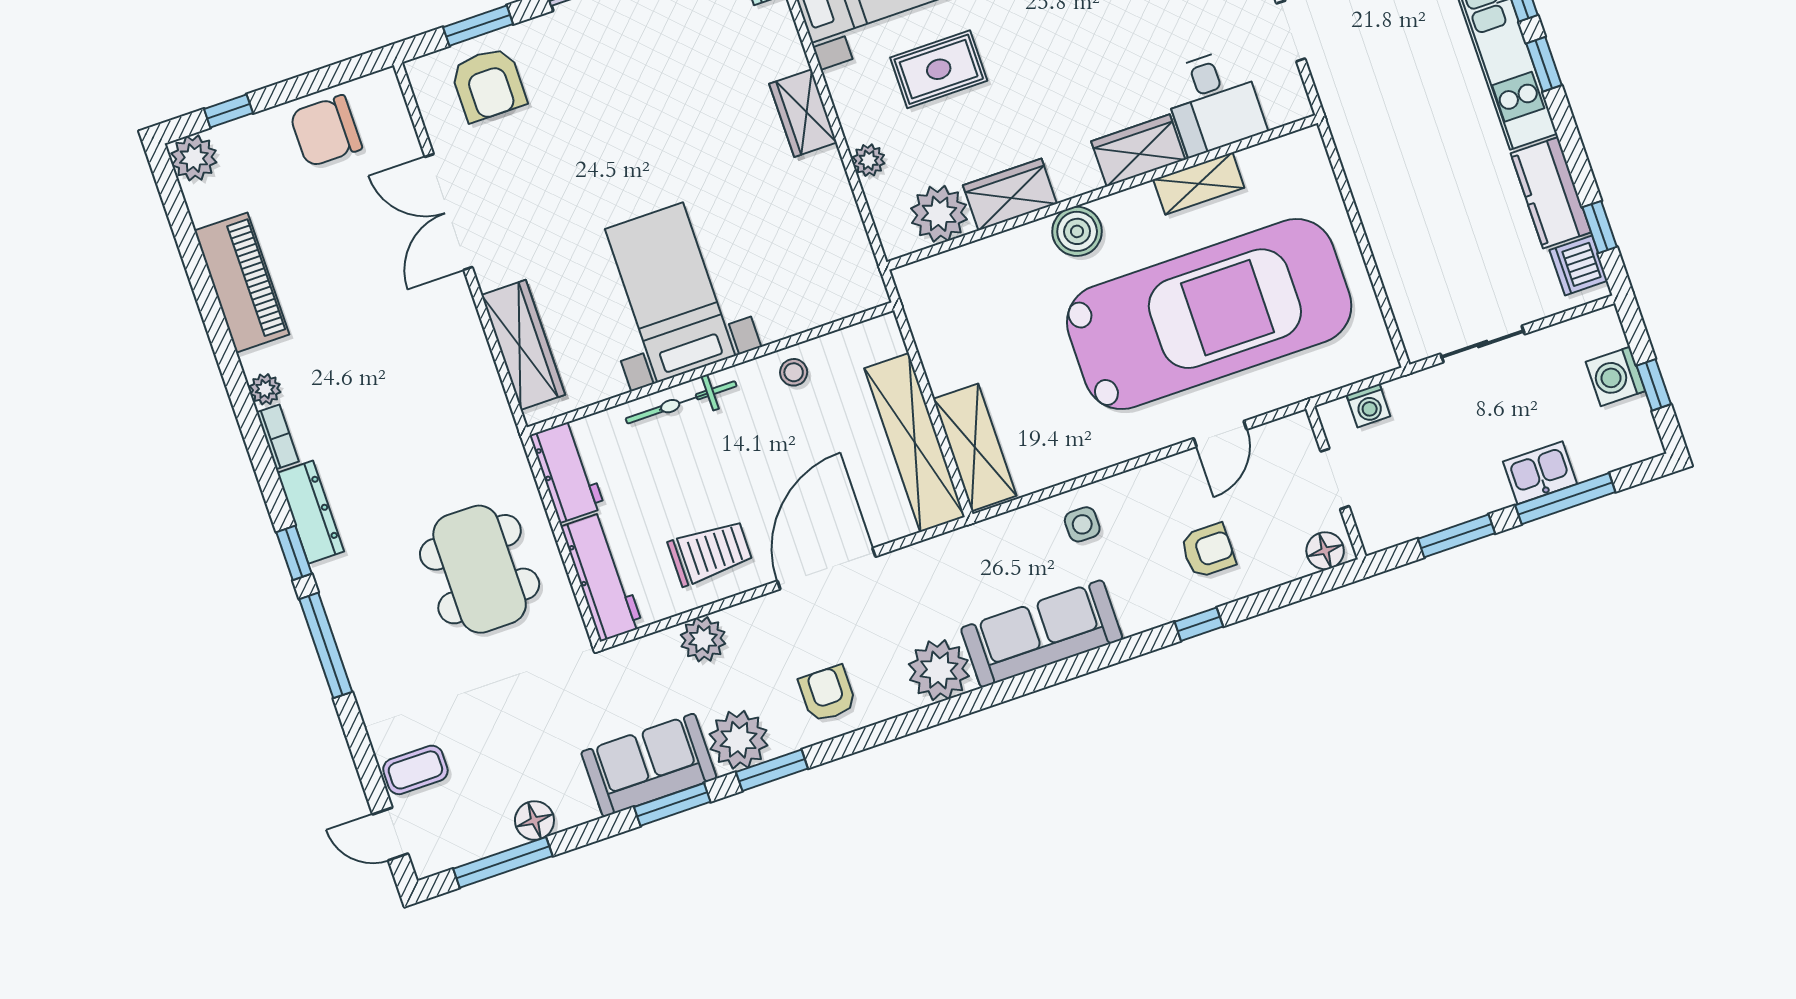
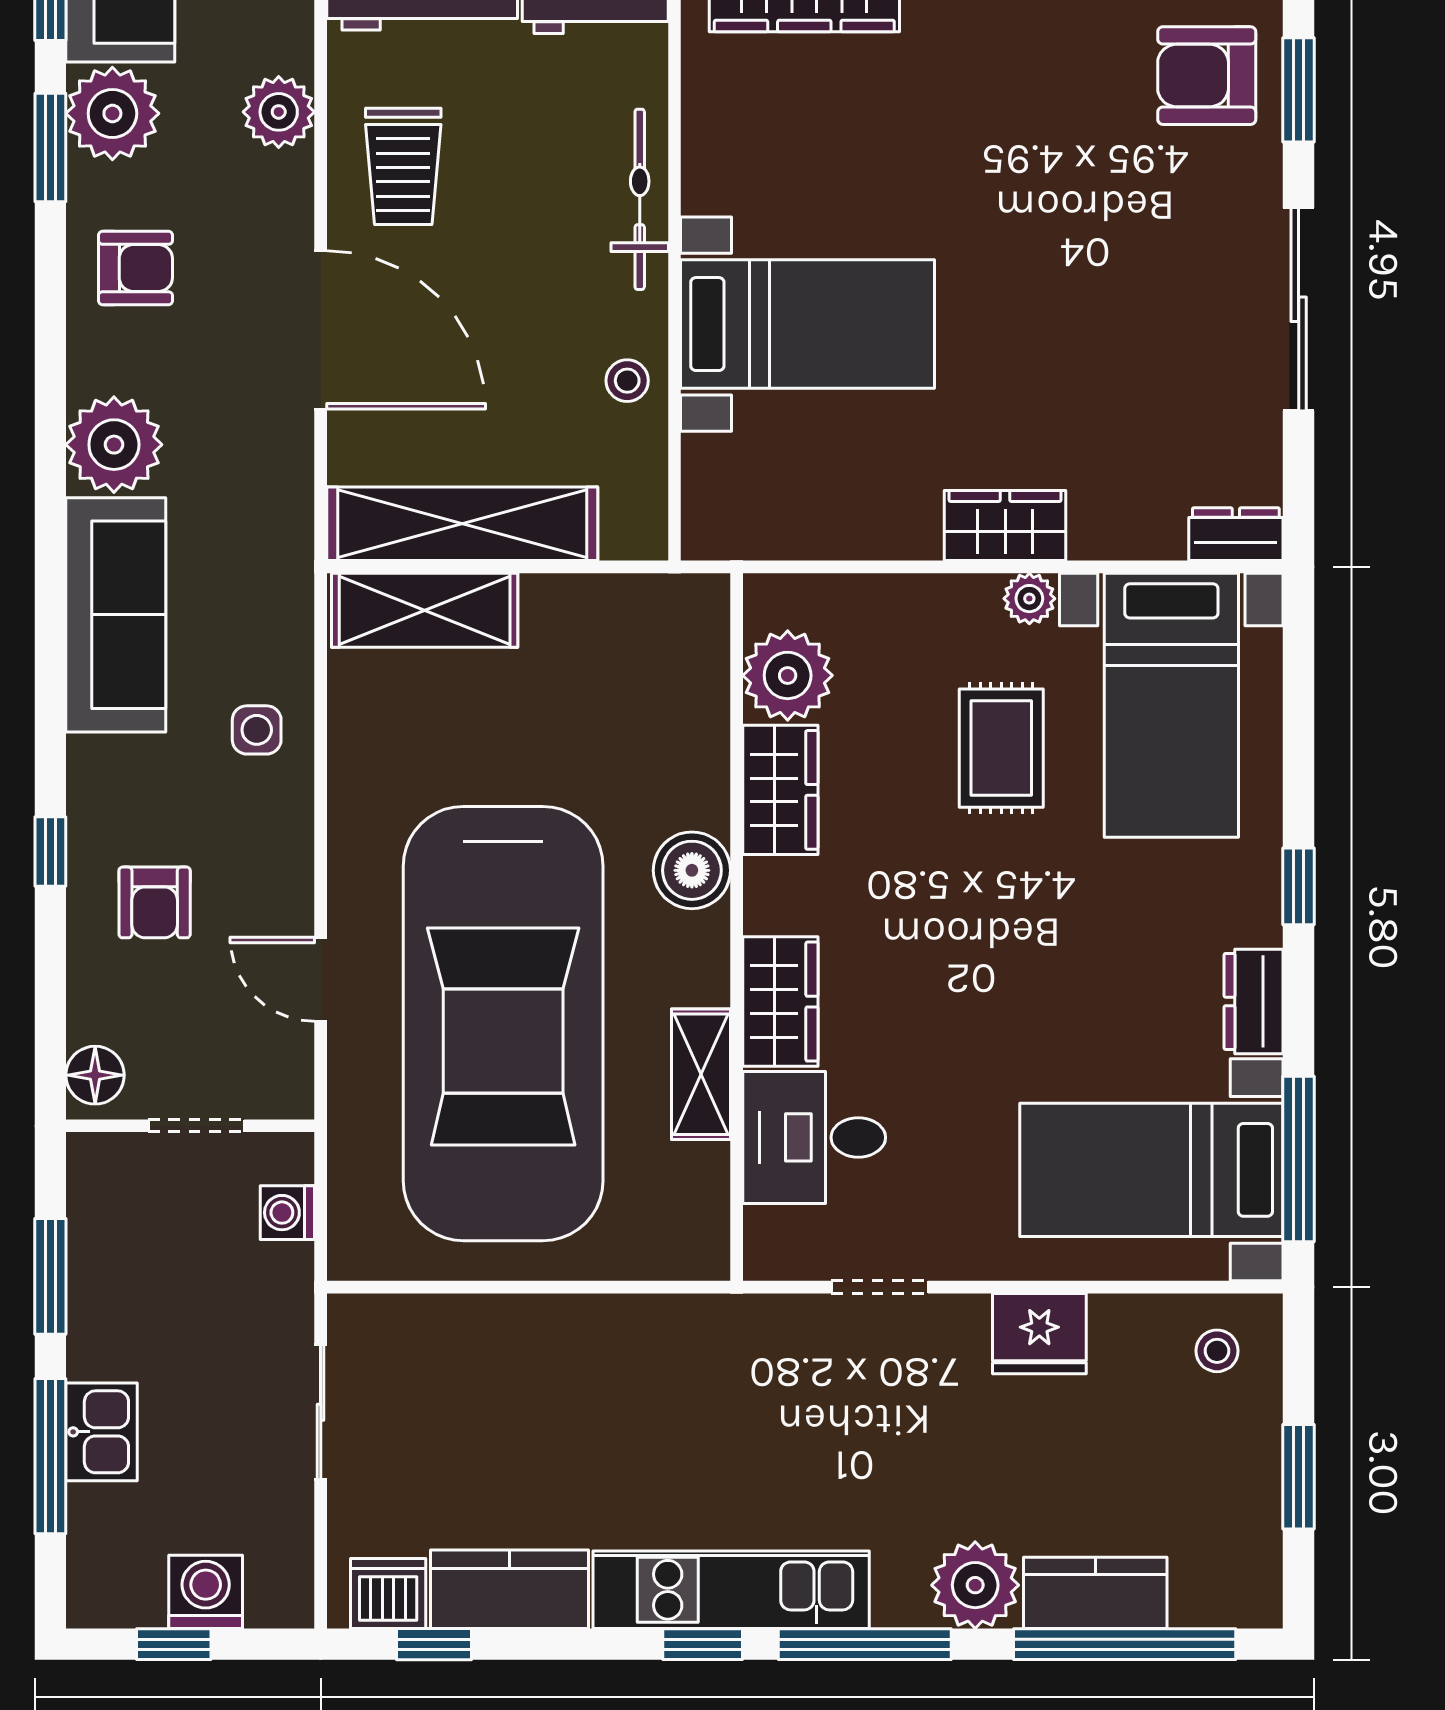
plant: (869, 160) -> (1029, 599), moved
bed with nightstands: (670, 292) -> (808, 324), moved

